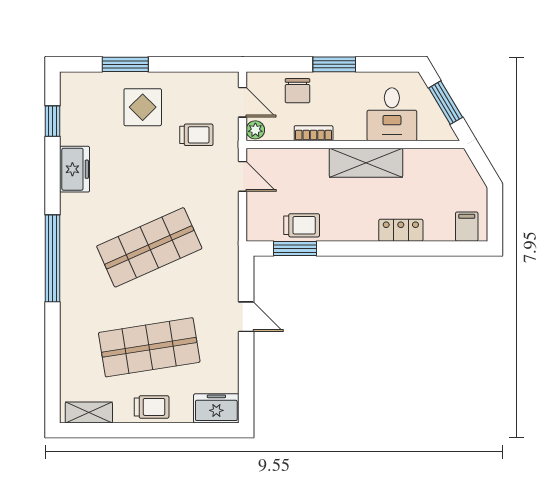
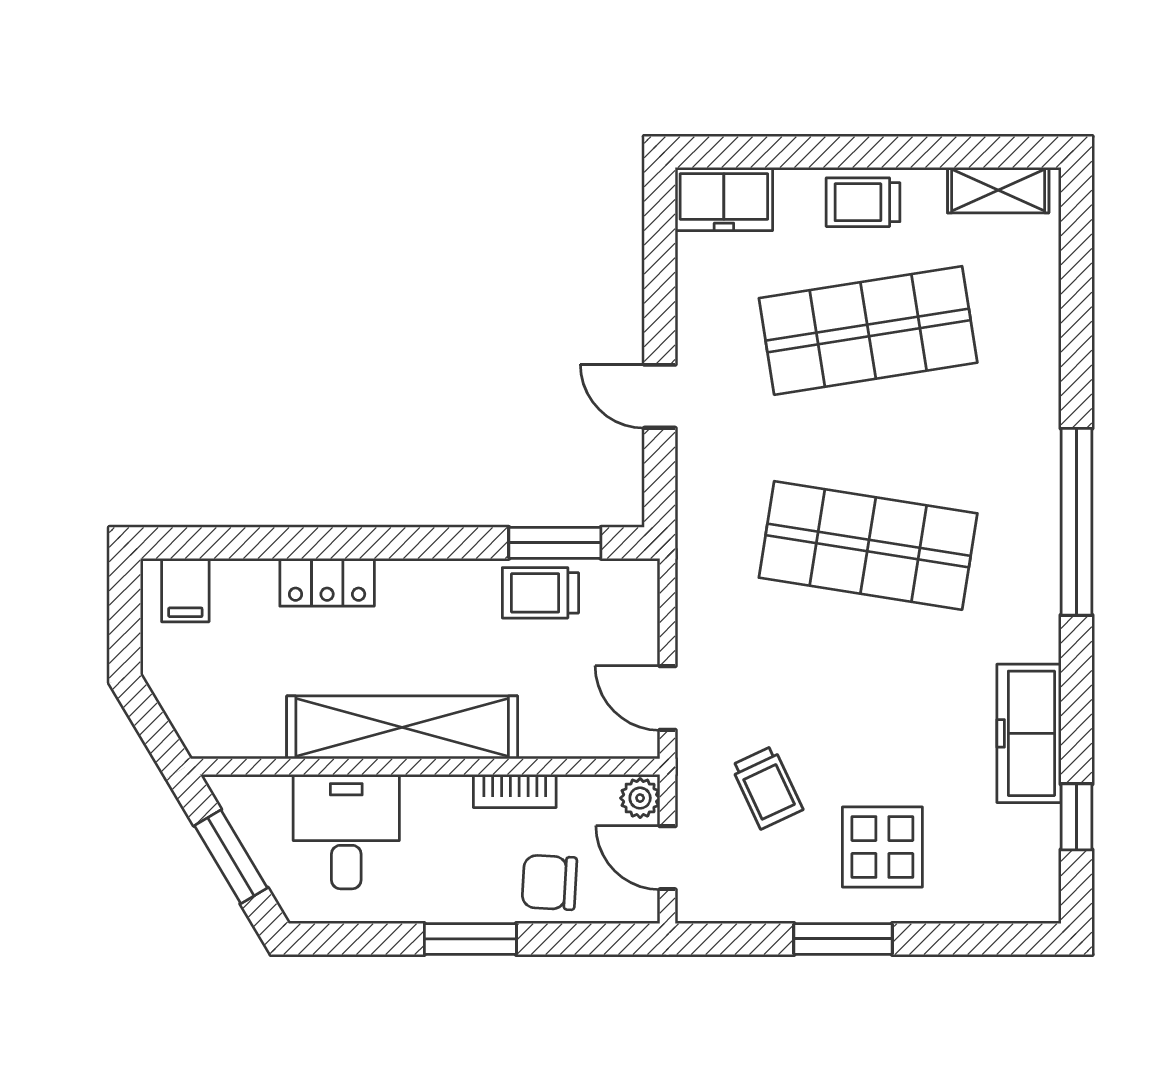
window: (125, 64) -> (843, 939), moved
chair: (297, 91) -> (549, 882), turned -87
trolley: (196, 135) -> (767, 787), turned -115
shelving: (366, 163) -> (402, 727), width x1.47
freezer: (75, 169) -> (1029, 733), width x1.40
shop shelf: (149, 247) -> (868, 545), turned 33

